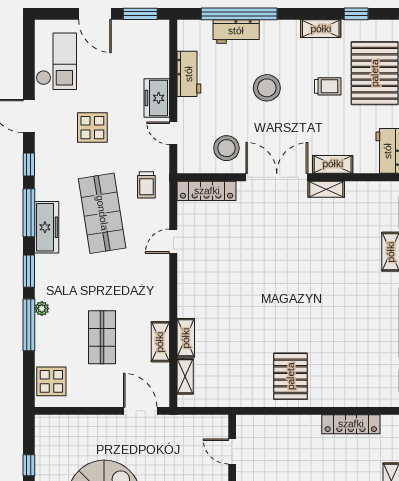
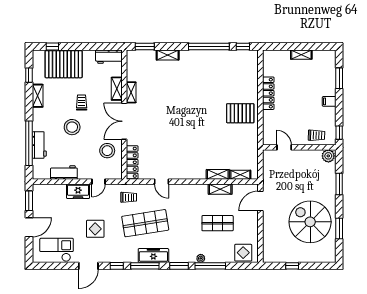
trolley: (328, 86) -> (82, 102), moved
locker: (351, 424) -> (268, 93), moved
door: (232, 452) -> (284, 147), swing flipped

